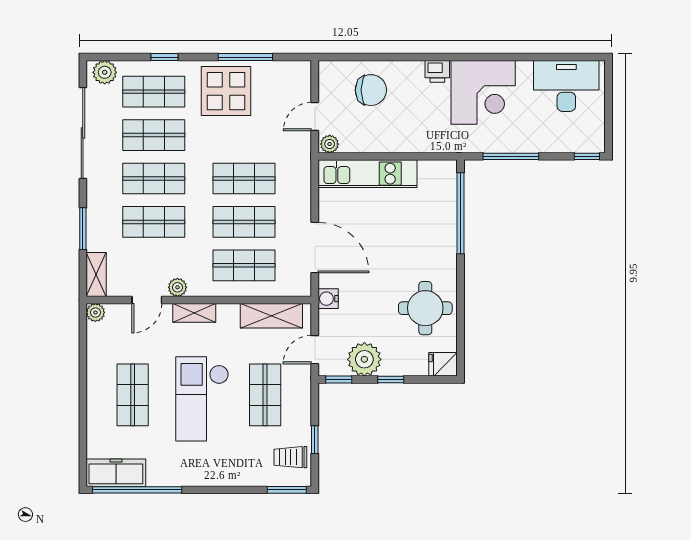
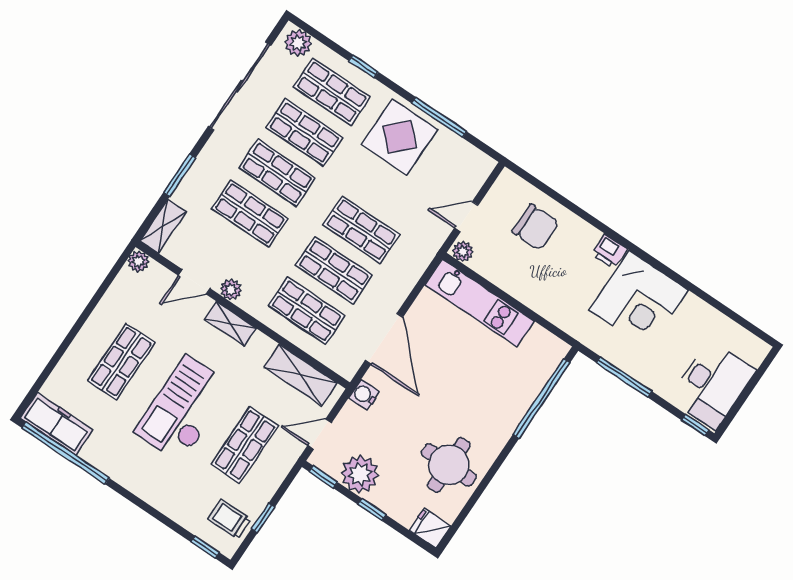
desk: (566, 86) -> (712, 385), moved, turned 90
window: (287, 490) -> (205, 547), width x0.67

